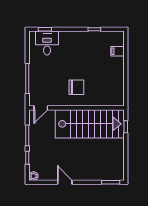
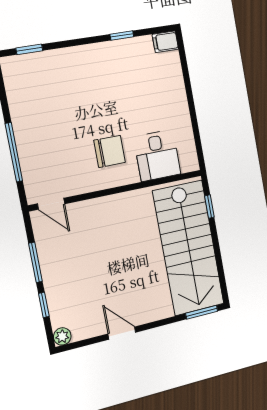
desk: (47, 43) -> (157, 155), moved, turned 180
filing cabinet: (118, 51) -> (165, 42), moved
door: (41, 108) -> (51, 204), hinge flipped
stairs: (90, 124) -> (189, 248), moved, turned 90

